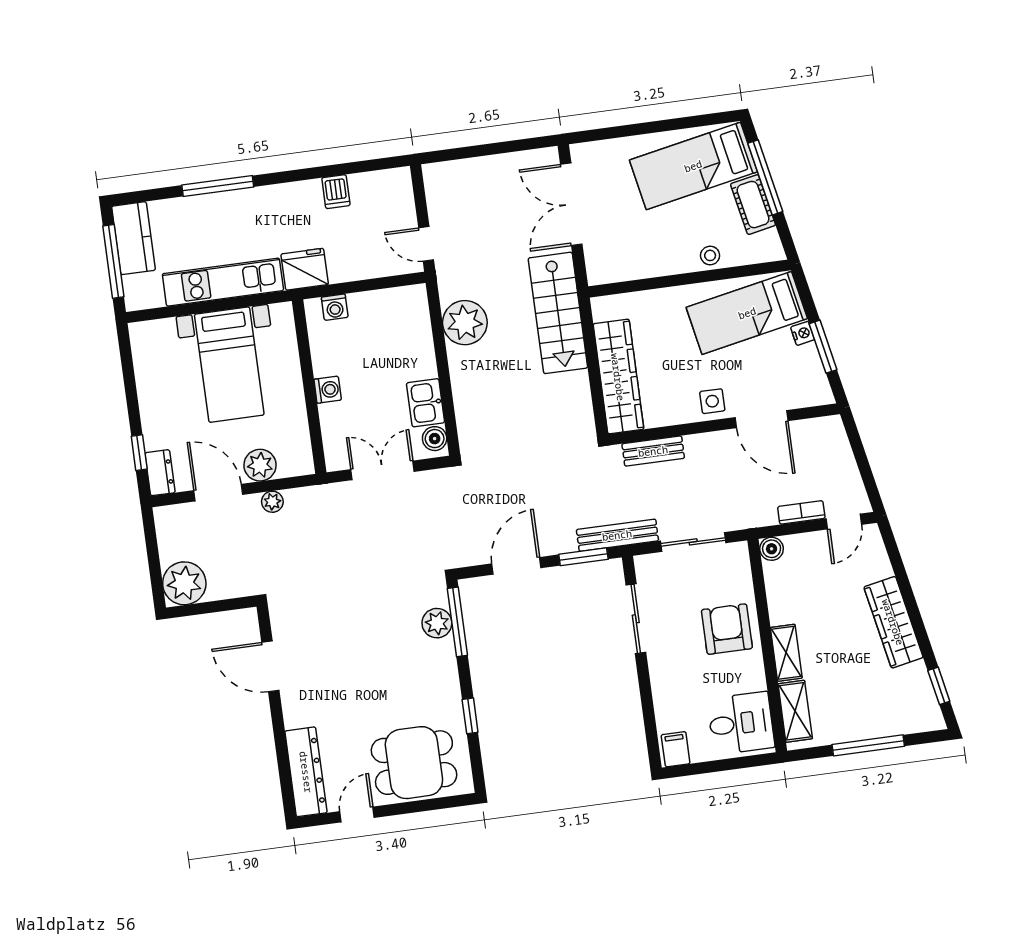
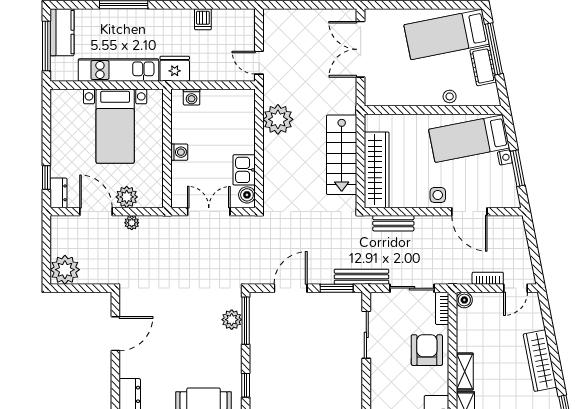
stairs: (558, 313) -> (342, 155), moved
bookcase: (741, 565) -> (442, 308), added
door: (270, 666) -> (115, 334), swing flipped

